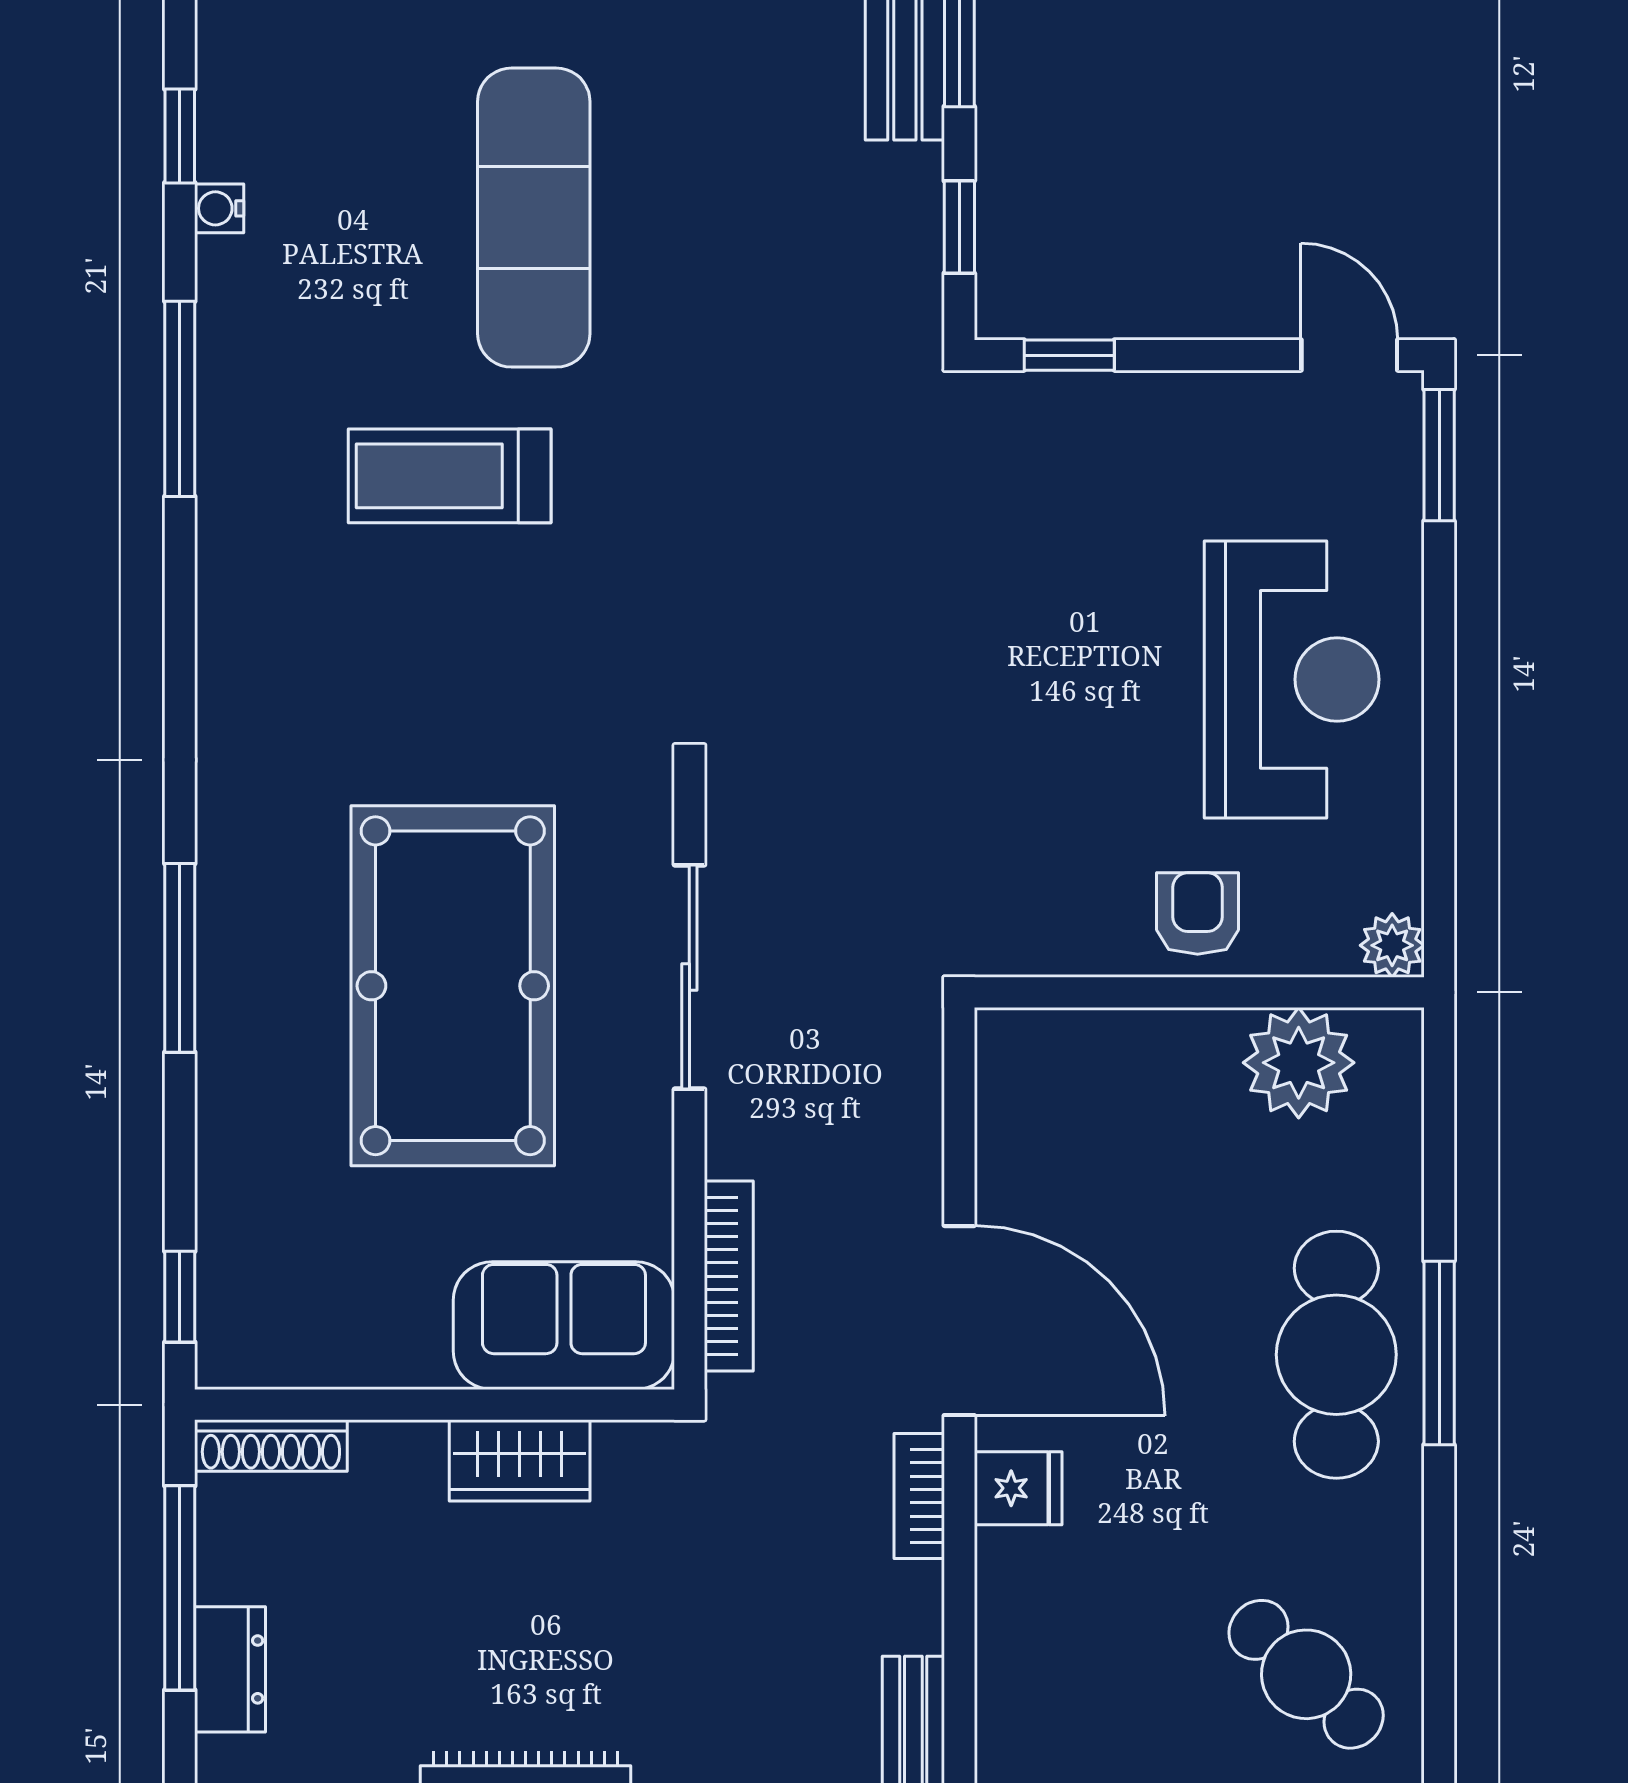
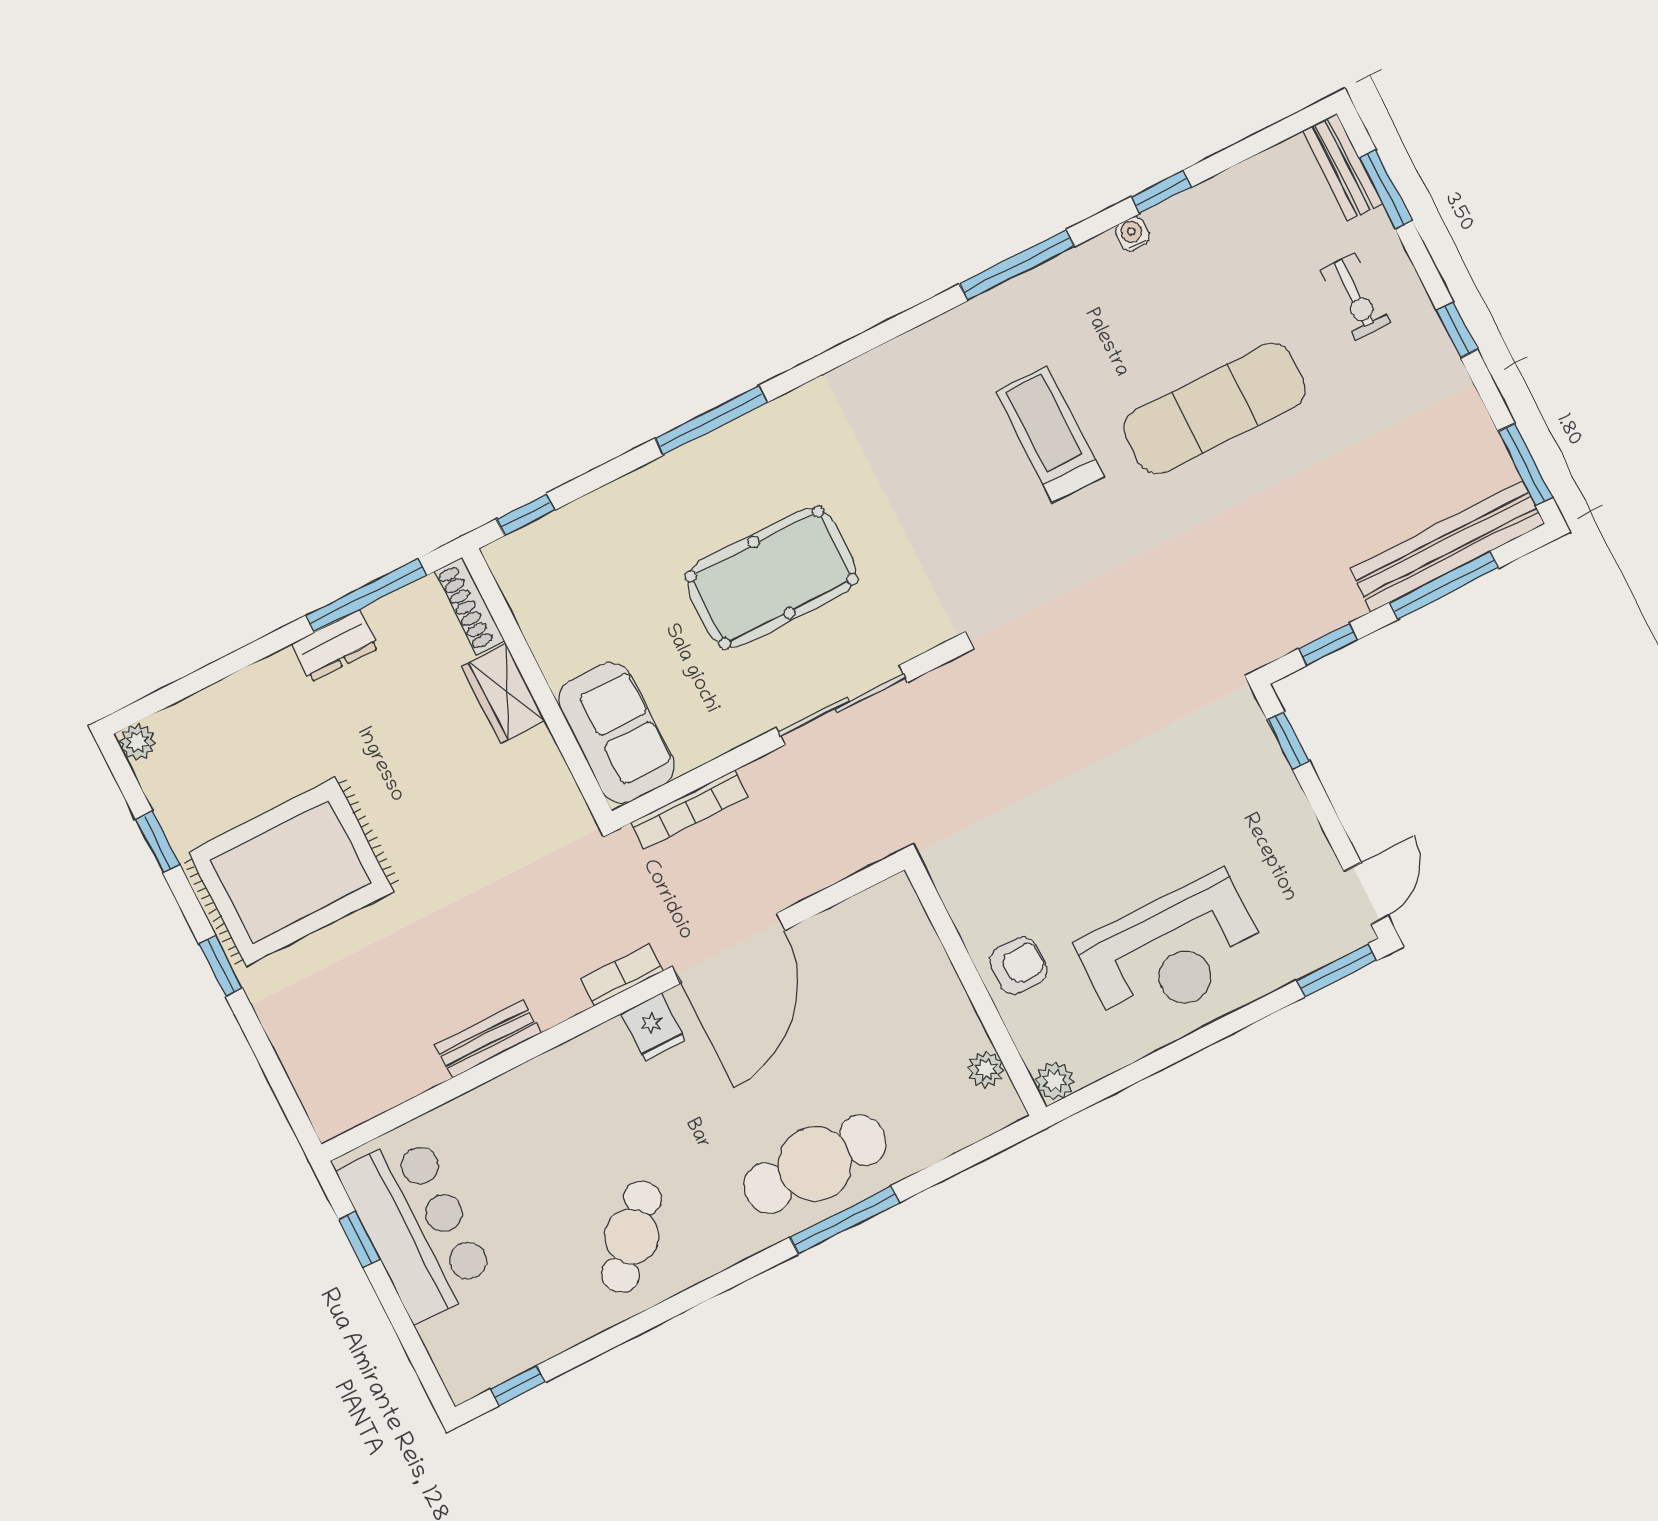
pool table: (453, 986) -> (772, 578), width x0.73, depth x0.76
plant: (1299, 1063) -> (986, 1069), width x0.53, depth x0.53
wardrobe: (520, 1460) -> (503, 694), moved

